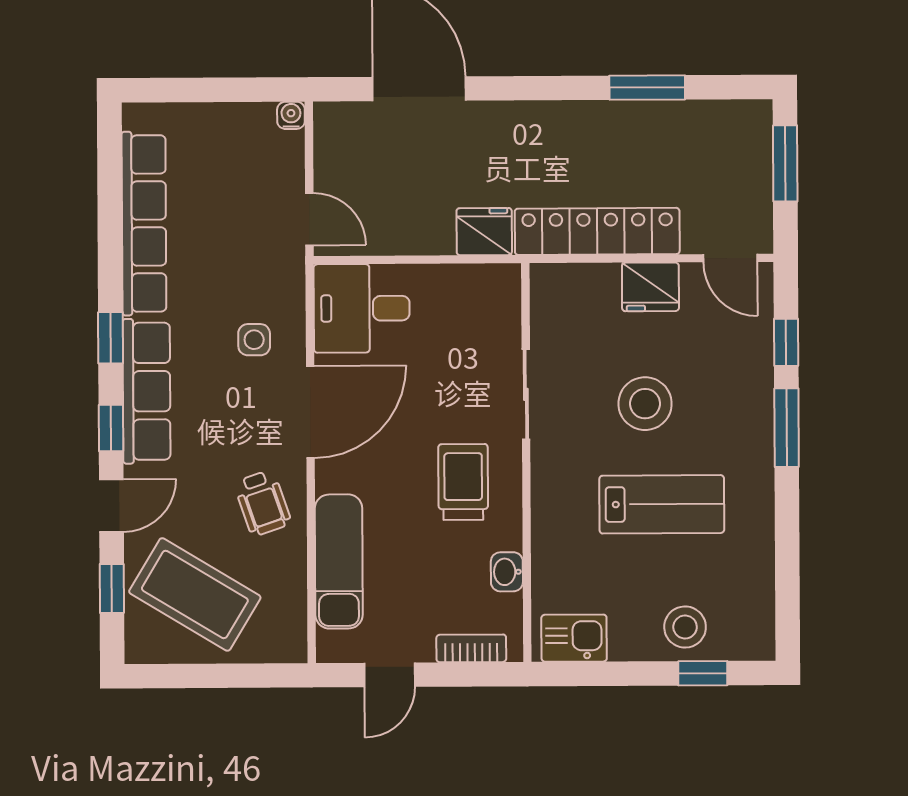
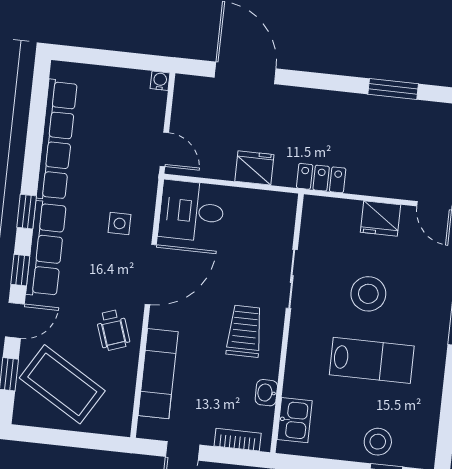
locker: (597, 231) -> (321, 178), width x0.46, depth x0.83
fridge: (484, 232) -> (254, 168), moved
kitchen sink: (574, 638) -> (295, 420), moved, turned 90

